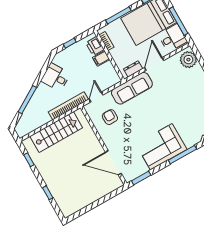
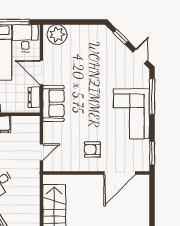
sofa: (132, 88) -> (53, 103), width x0.73
door: (96, 97) -> (41, 152), swing flipped
bookcase: (68, 106) -> (34, 186), removed
armchair: (110, 117) -> (92, 150), moved

